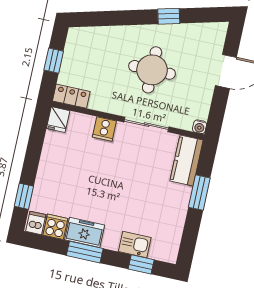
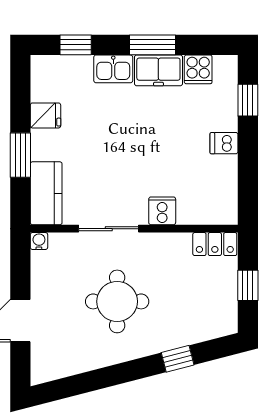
window: (169, 16) -> (178, 359), moved
fridge: (58, 120) -> (45, 115), moved, turned 90
dishwasher: (36, 223) -> (224, 143), moved, turned 90
kitchen sink: (135, 245) -> (113, 69), moved

